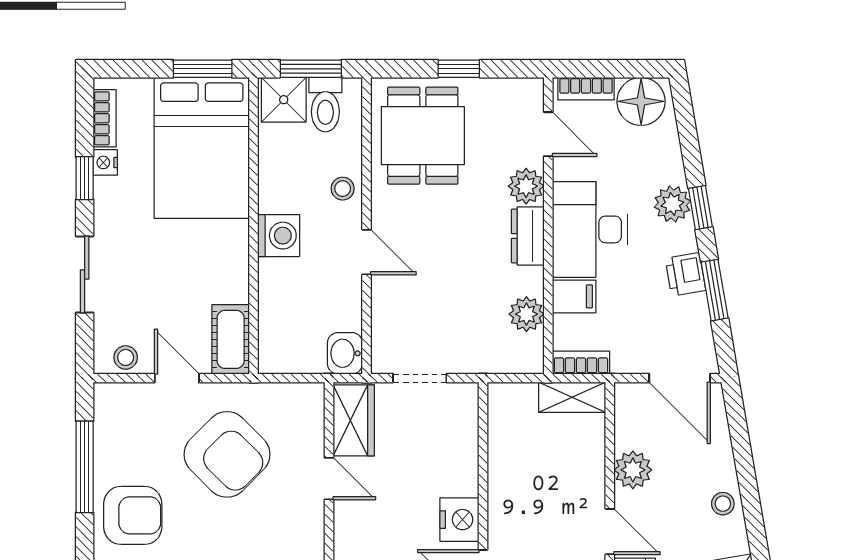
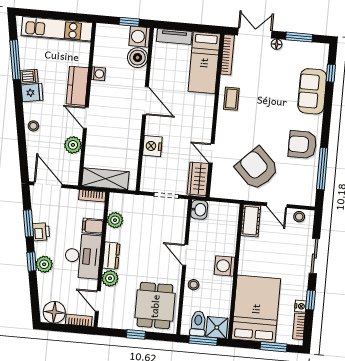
window: (203, 69) -> (273, 347), moved
shelving: (572, 397) -> (105, 179), width x1.50, depth x1.33
nightstand: (459, 520) -> (152, 146), moved

